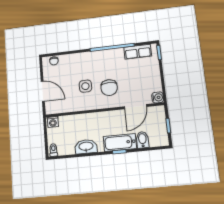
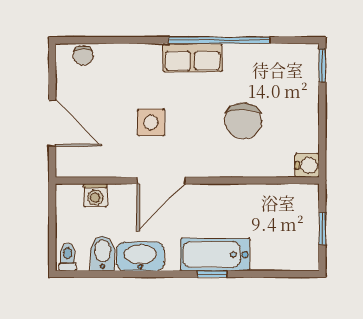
row of seats: (138, 52) -> (193, 58), moved
chair: (109, 88) -> (243, 121), moved
door: (135, 107) -> (161, 180), moved
washing machine: (53, 122) -> (95, 195), moved
bidet: (142, 140) -> (102, 253), moved

